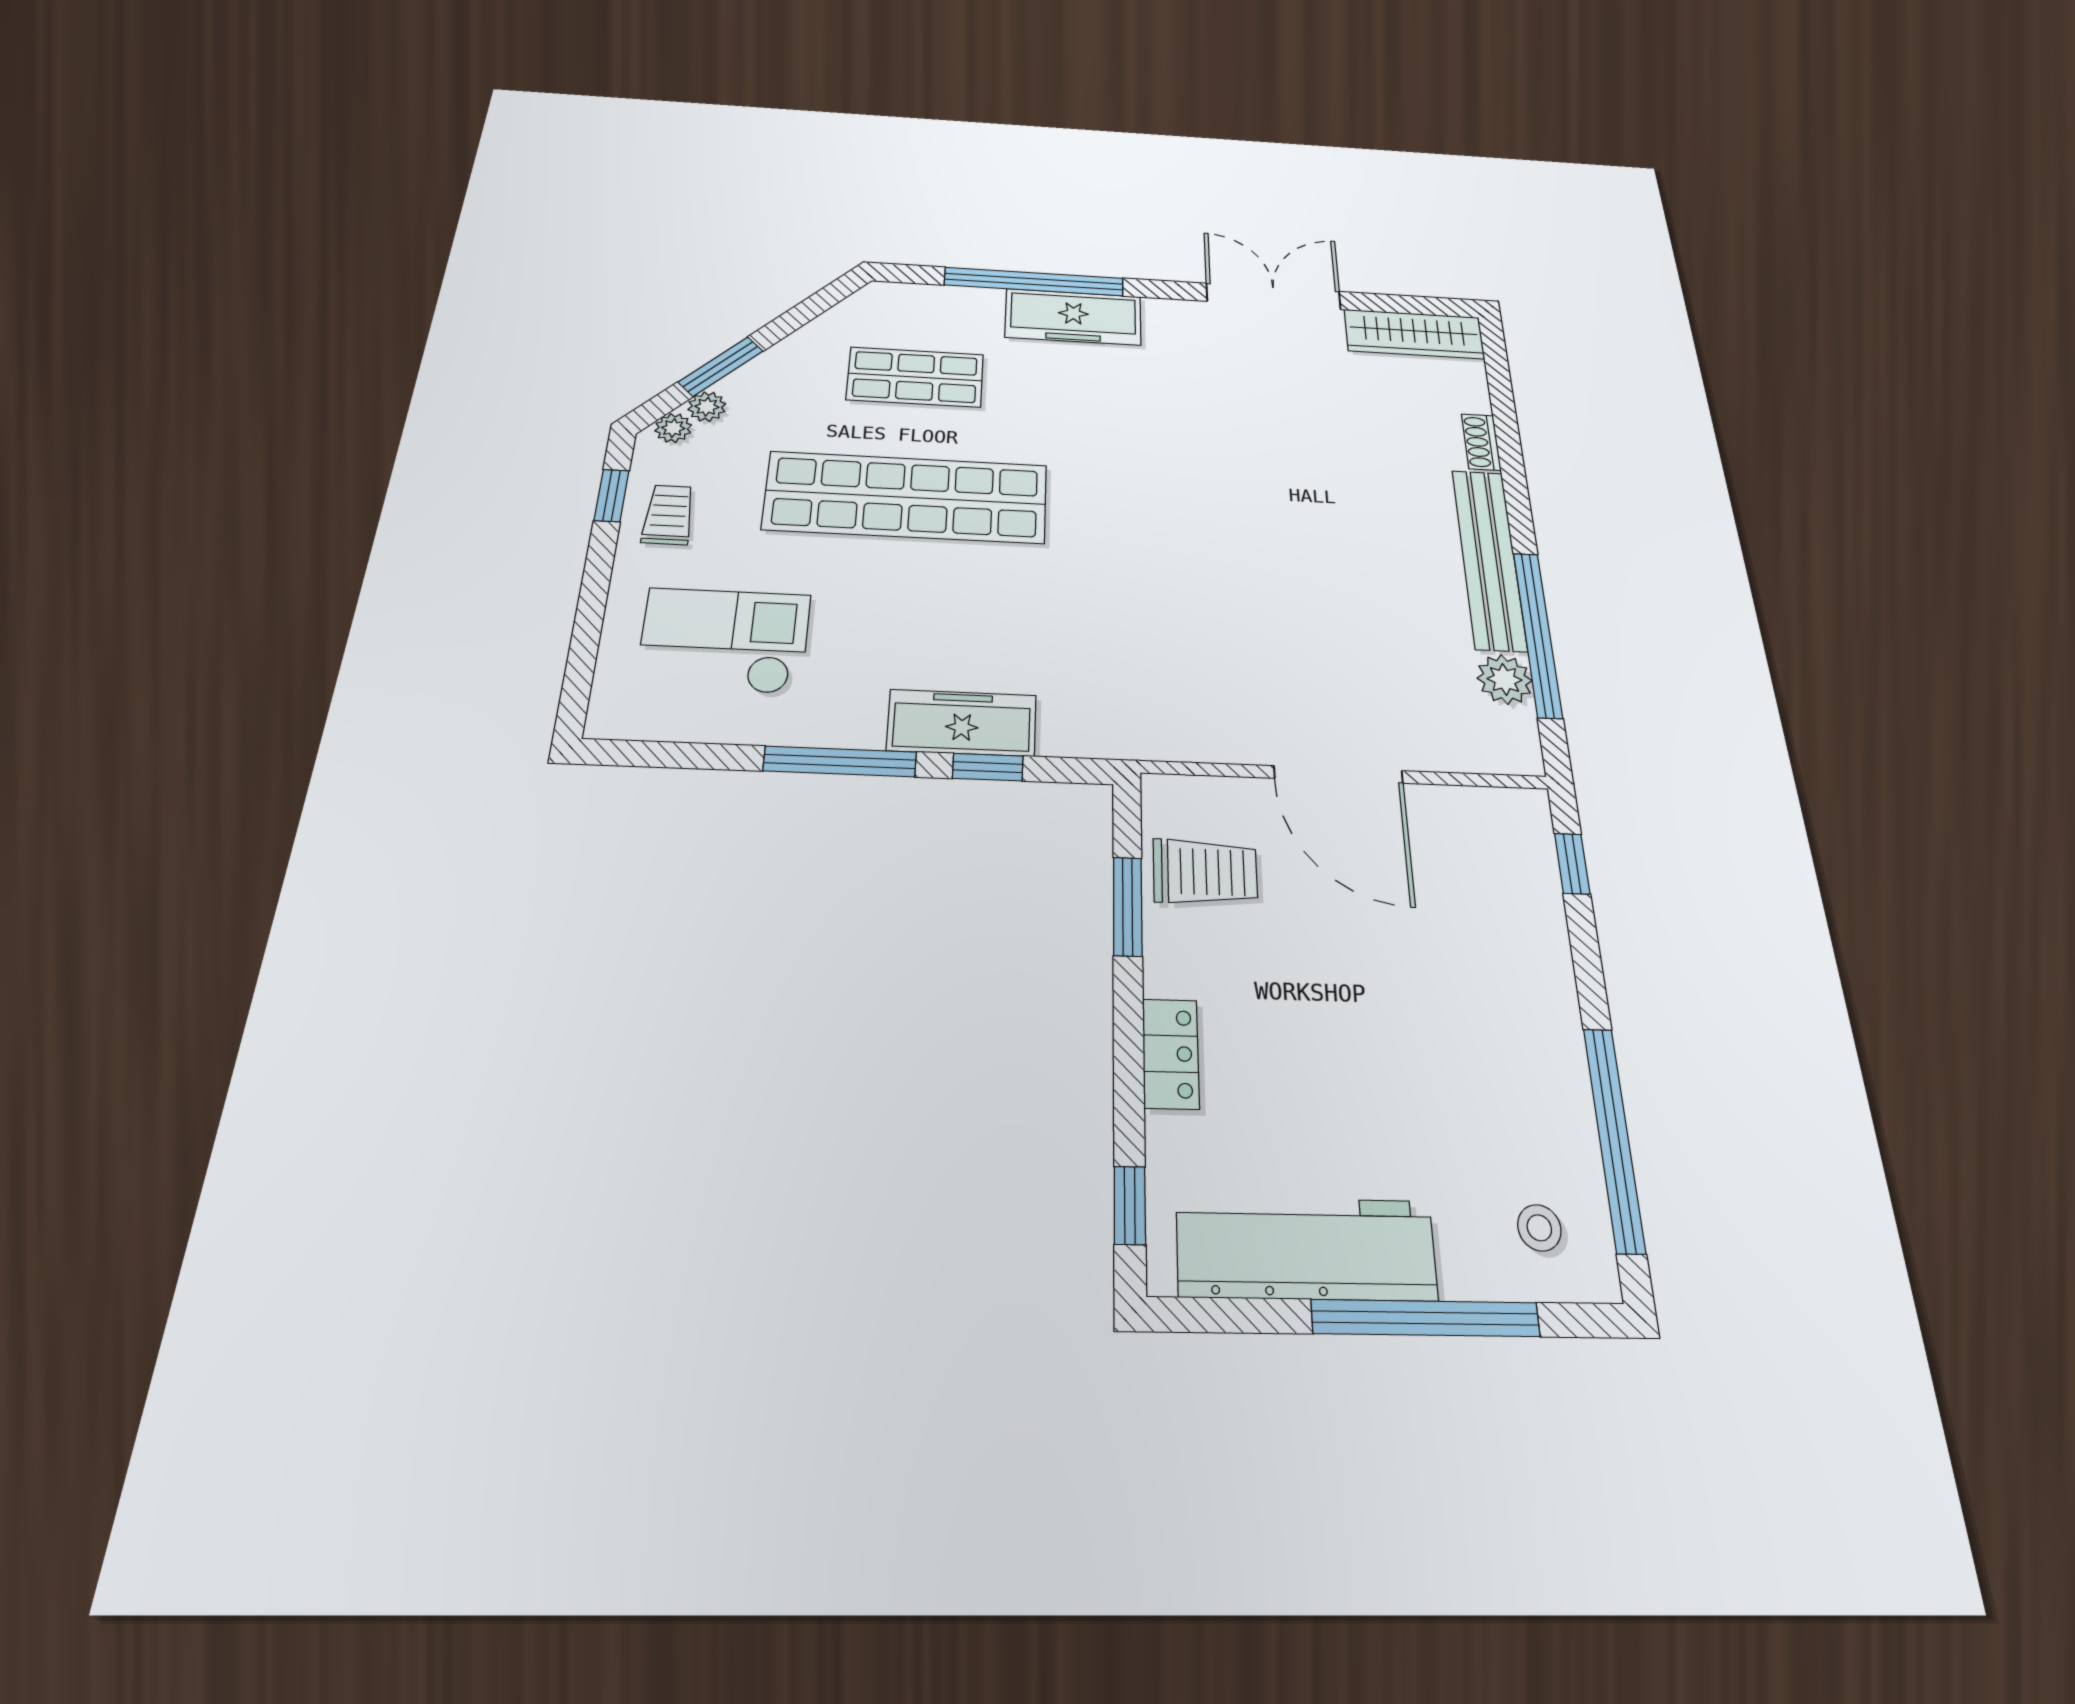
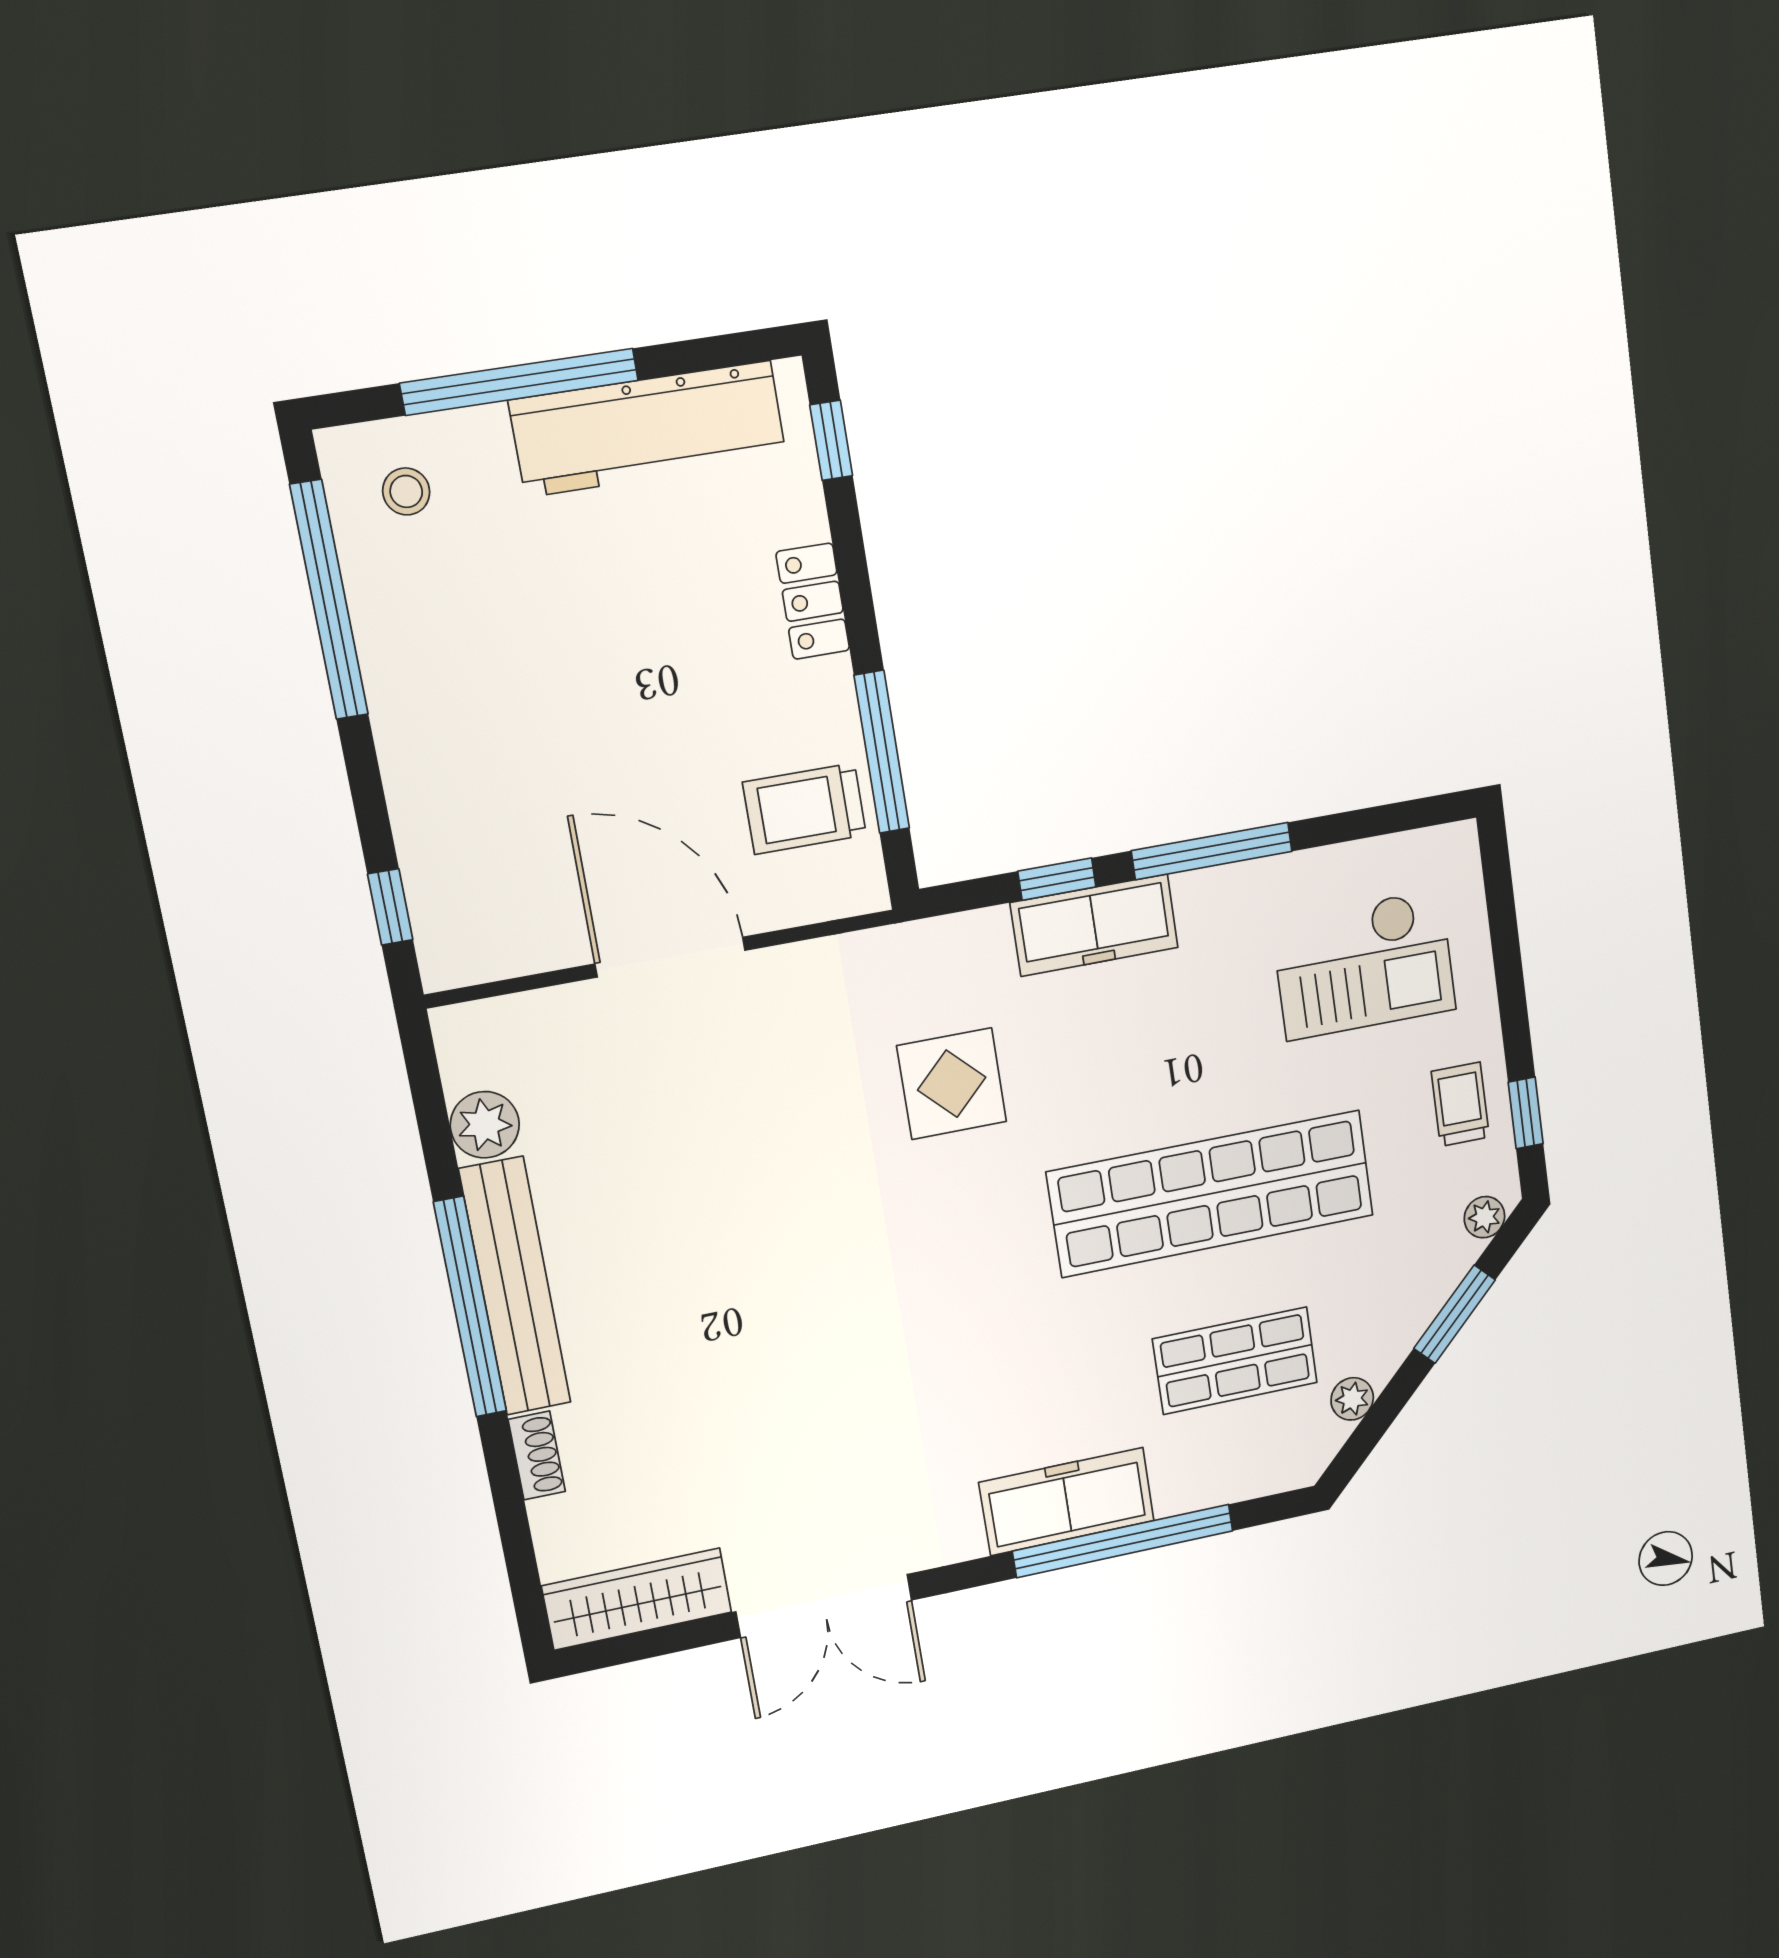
plant: (707, 407) -> (1352, 1399), moved
trolley: (669, 515) -> (1460, 1104), turned 180
display table: (1112, 626) -> (952, 1084), added
window: (1537, 634) -> (470, 1307), moved
window: (1128, 906) -> (882, 752), width x1.44

